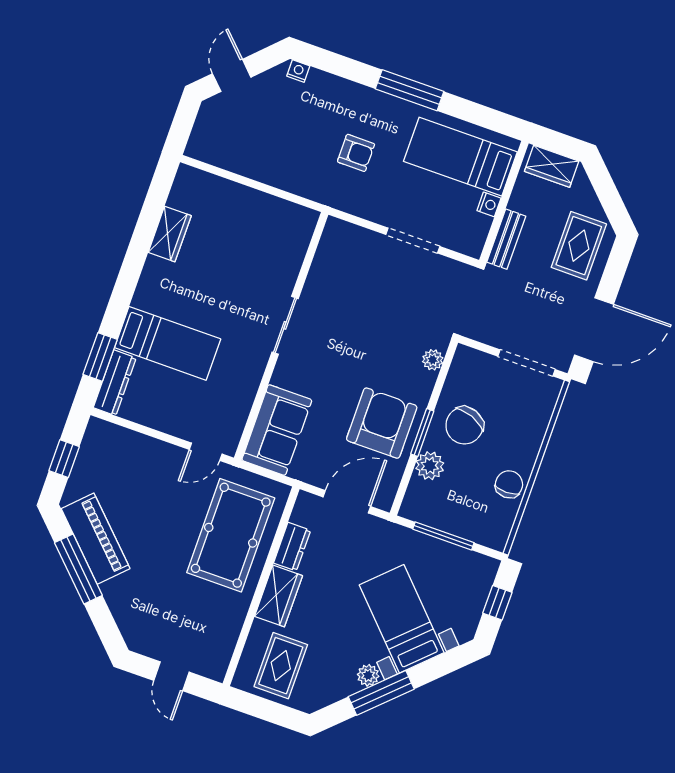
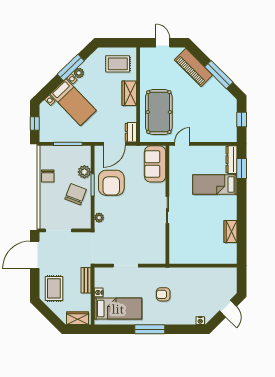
piano: (96, 539) -> (193, 67), moved
dresser: (292, 547) -> (131, 132), moved
rug: (281, 666) -> (118, 64), turned 90

